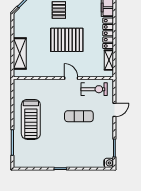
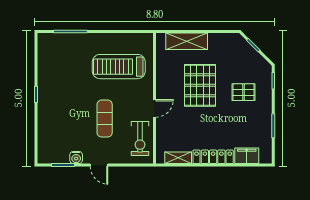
pallet: (67, 40) -> (200, 85), moved
door: (114, 110) -> (99, 165), moved
treadmill: (31, 119) -> (119, 67), moved
water cooler: (109, 163) -> (76, 158), moved

